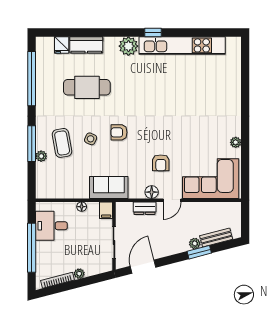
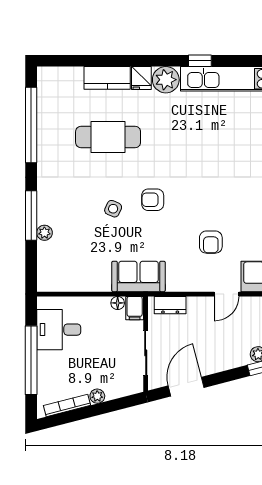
fridge: (62, 45) -> (141, 78), moved
coffee table: (62, 143) -> (73, 214), removed
floor lamp: (152, 192) -> (198, 283), removed
floor lamp: (82, 207) -> (118, 303), moved
dresser: (145, 208) -> (170, 305), moved

